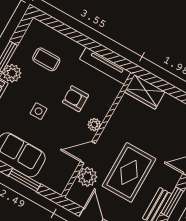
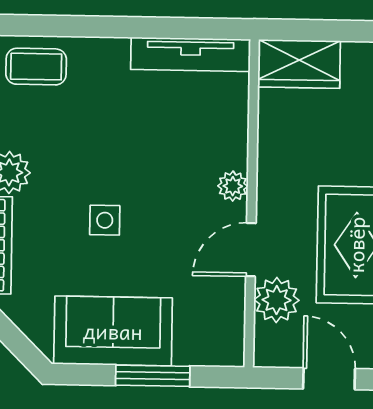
coffee table: (46, 59) -> (36, 67), moved
armchair: (75, 99) -> (166, 154), removed

